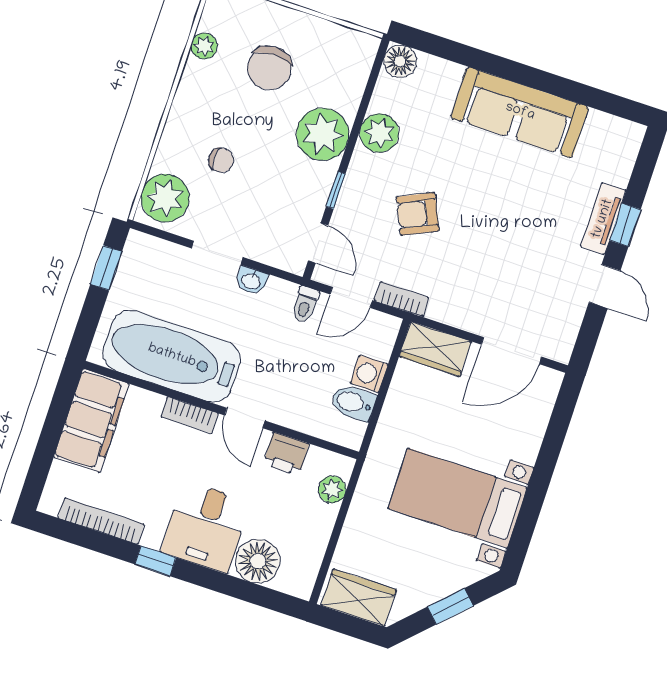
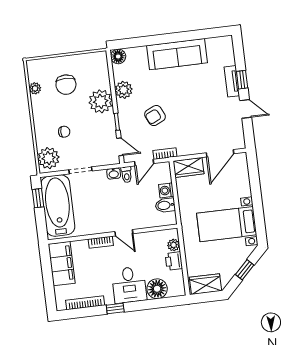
washbasin: (251, 281) -> (114, 174), moved
bathtub: (172, 356) -> (58, 206), moved, turned 90
printer: (286, 454) -> (174, 261), moved, turned 90

